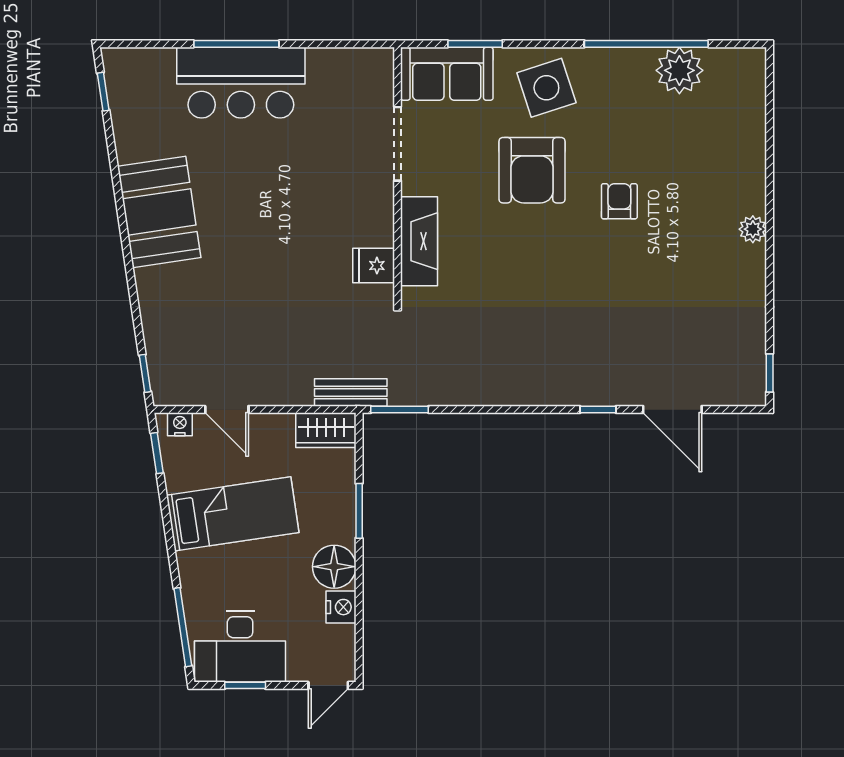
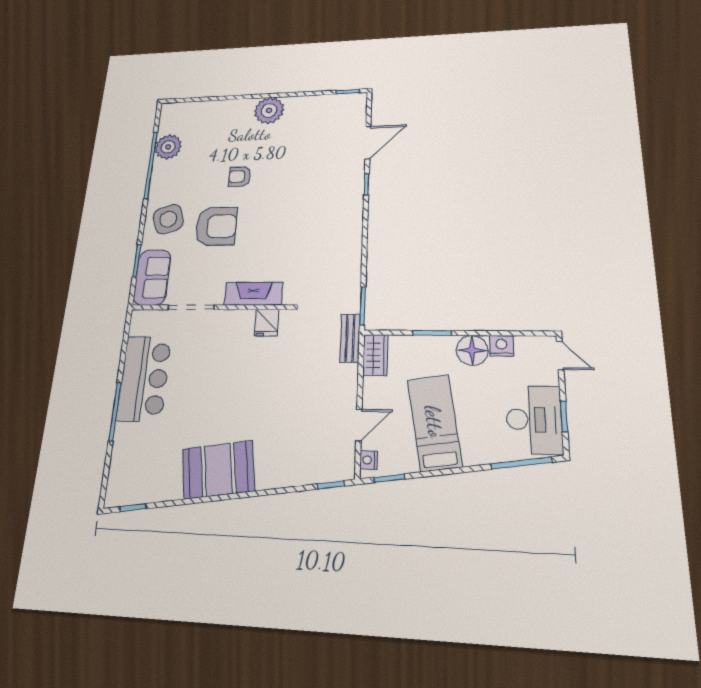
bar counter: (241, 83) -> (144, 378), moved
plant: (753, 229) -> (269, 110), width x1.88, depth x1.88

